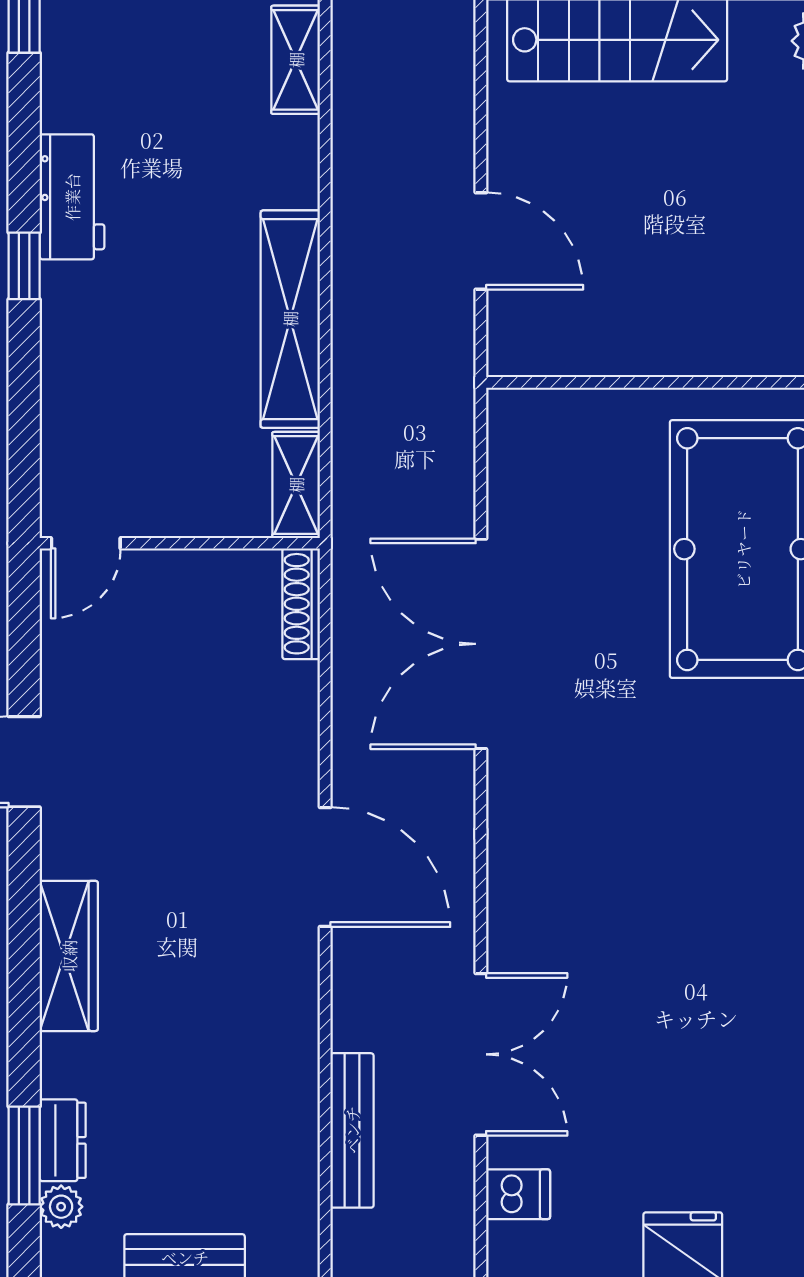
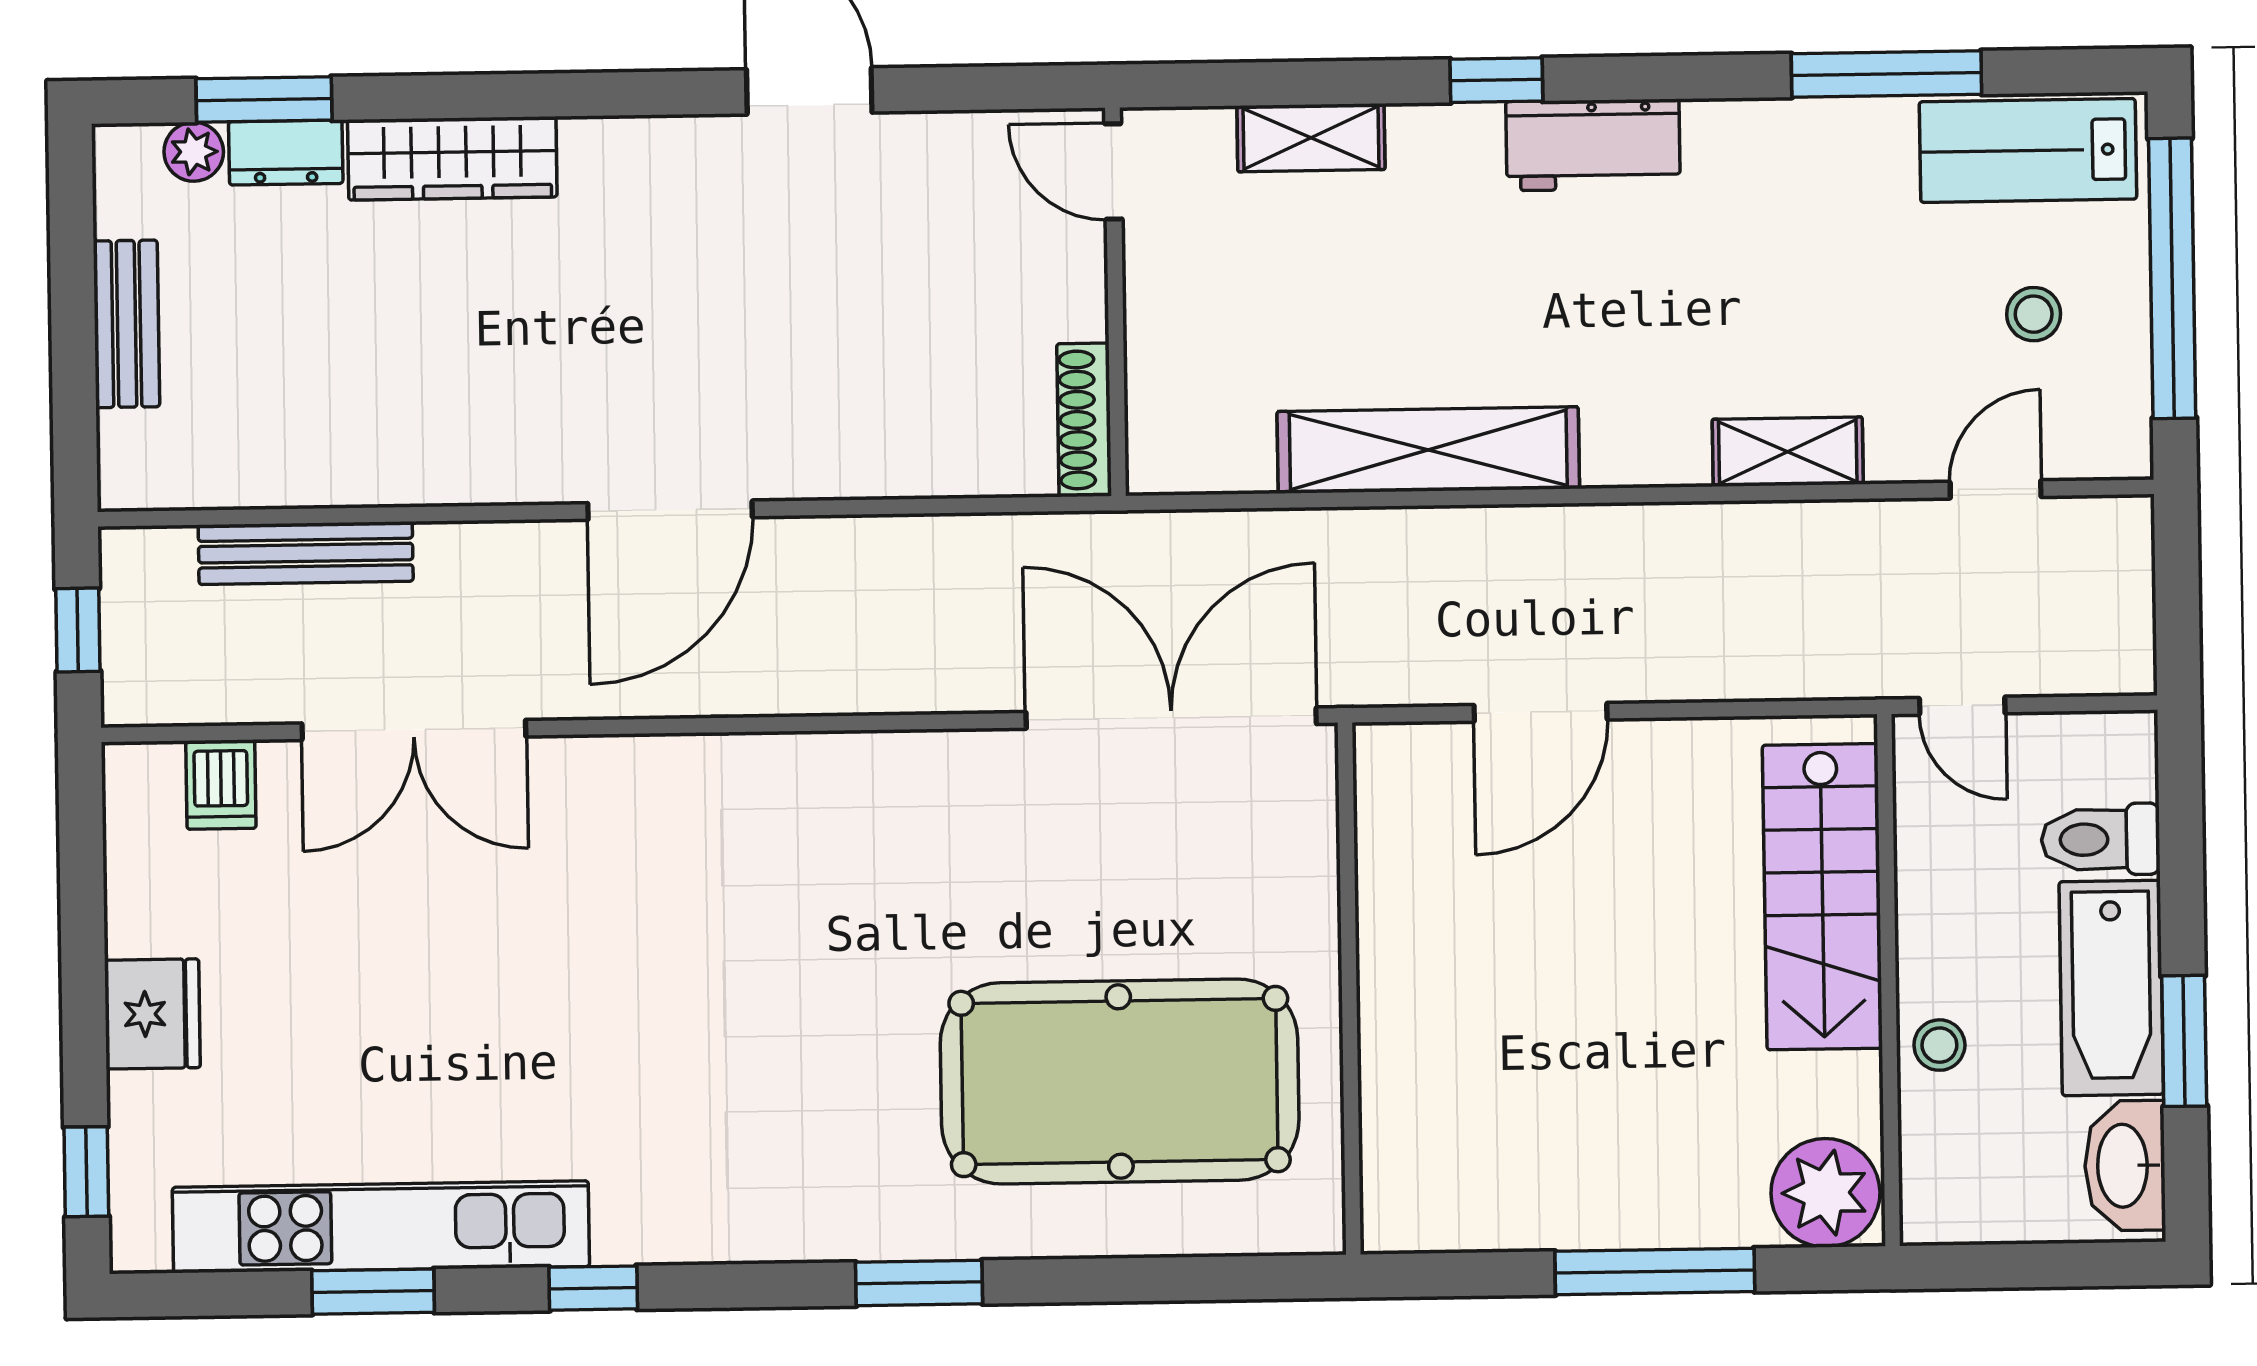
shelving: (296, 485) -> (1311, 138), moved
shoe rack: (301, 604) -> (1084, 420), moved, turned -90
double door: (481, 644) -> (1171, 718), moved
wardrobe: (69, 956) -> (452, 158), moved

